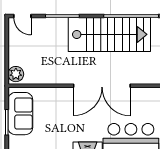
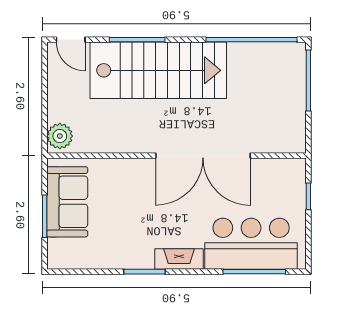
stairs: (109, 34) -> (158, 70), moved

